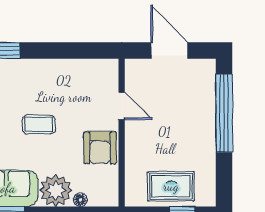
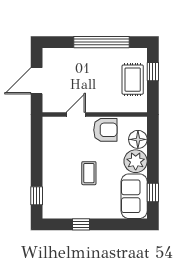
window: (224, 113) -> (102, 42), moved
floor lamp: (80, 200) -> (138, 139), width x1.89, depth x1.89

